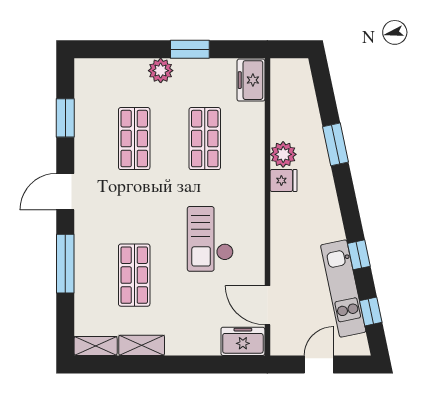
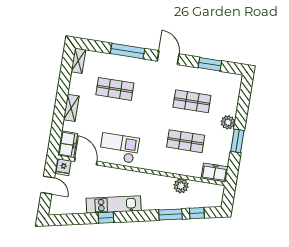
plant: (283, 154) -> (181, 186), moved
fridge: (283, 181) -> (63, 167), moved
checkout: (210, 239) -> (119, 148), moved
kitchen unit: (343, 289) -> (114, 205), moved
door: (267, 305) -> (86, 161), hinge flipped
window: (371, 312) -> (197, 213), moved
shelving: (142, 345) -> (71, 108), moved

